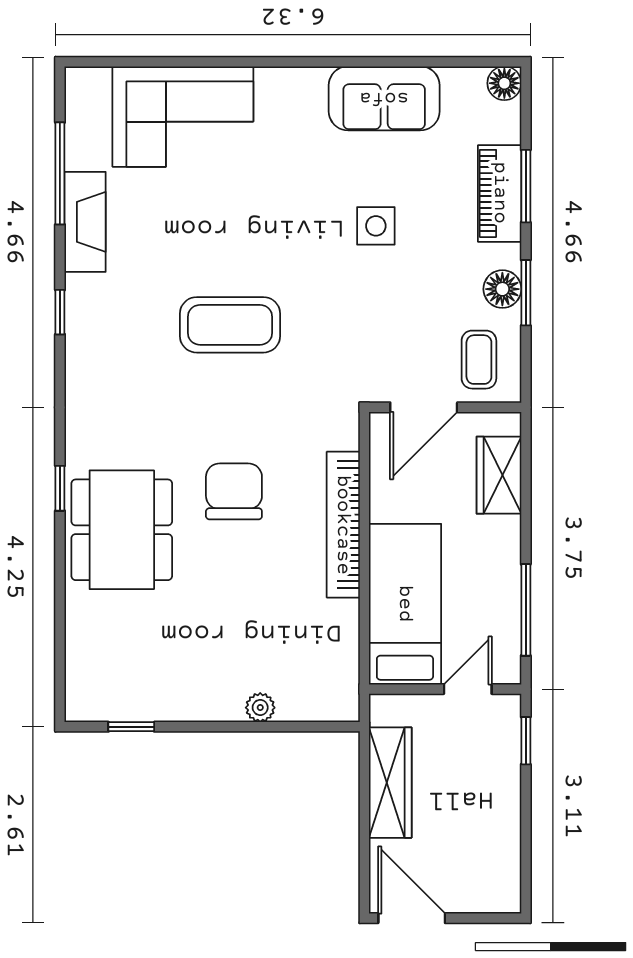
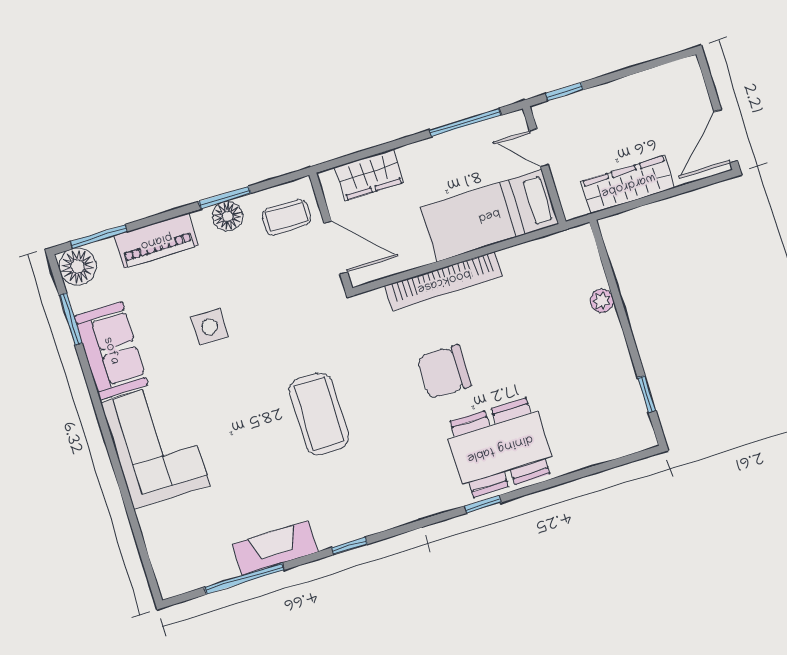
window: (437, 62) -> (71, 319), added
floor lamp: (504, 83) -> (77, 266), width x1.38, depth x1.38
corner sofa: (183, 117) -> (155, 444), moved
window: (526, 186) -> (99, 237), moved

